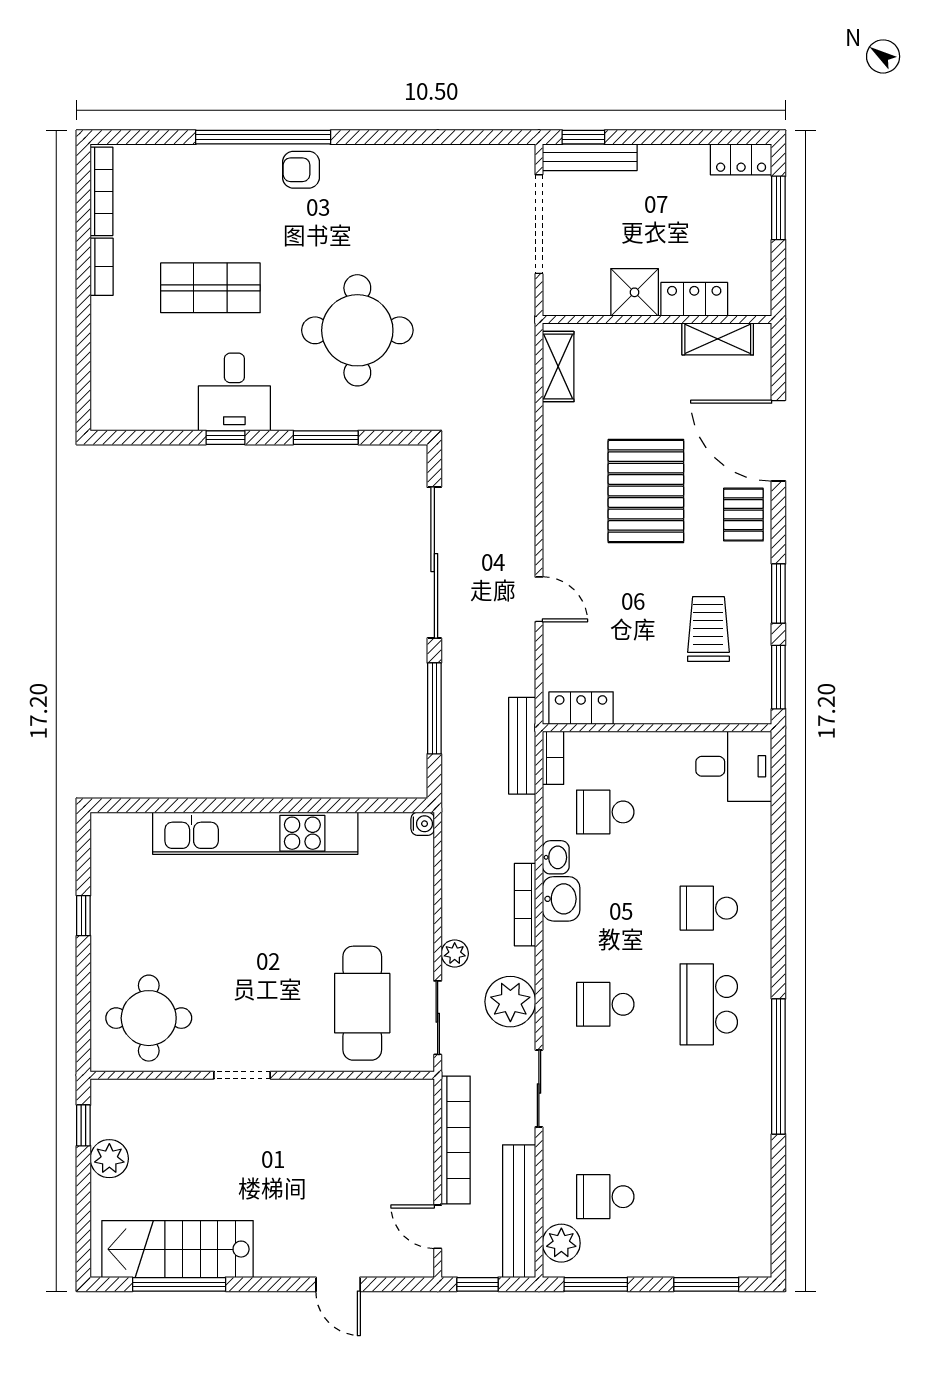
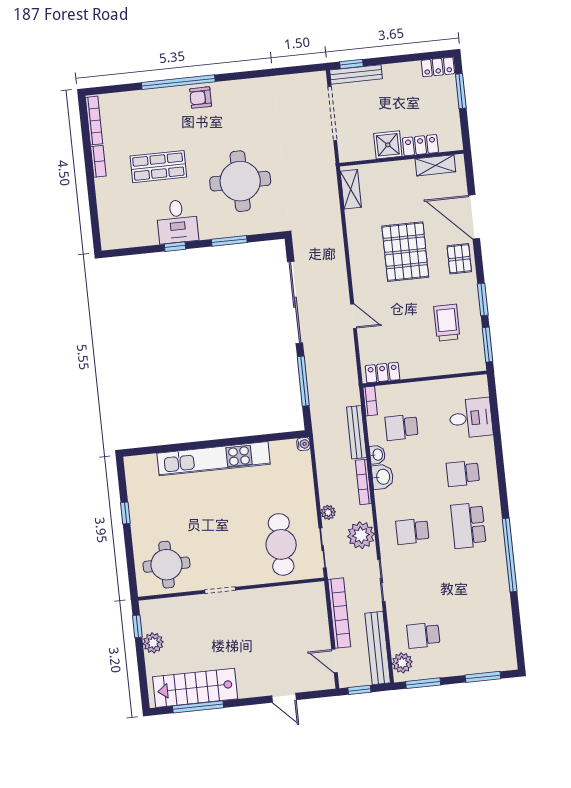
bench: (522, 746) -> (357, 432), moved
desk: (734, 766) -> (471, 418), moved

